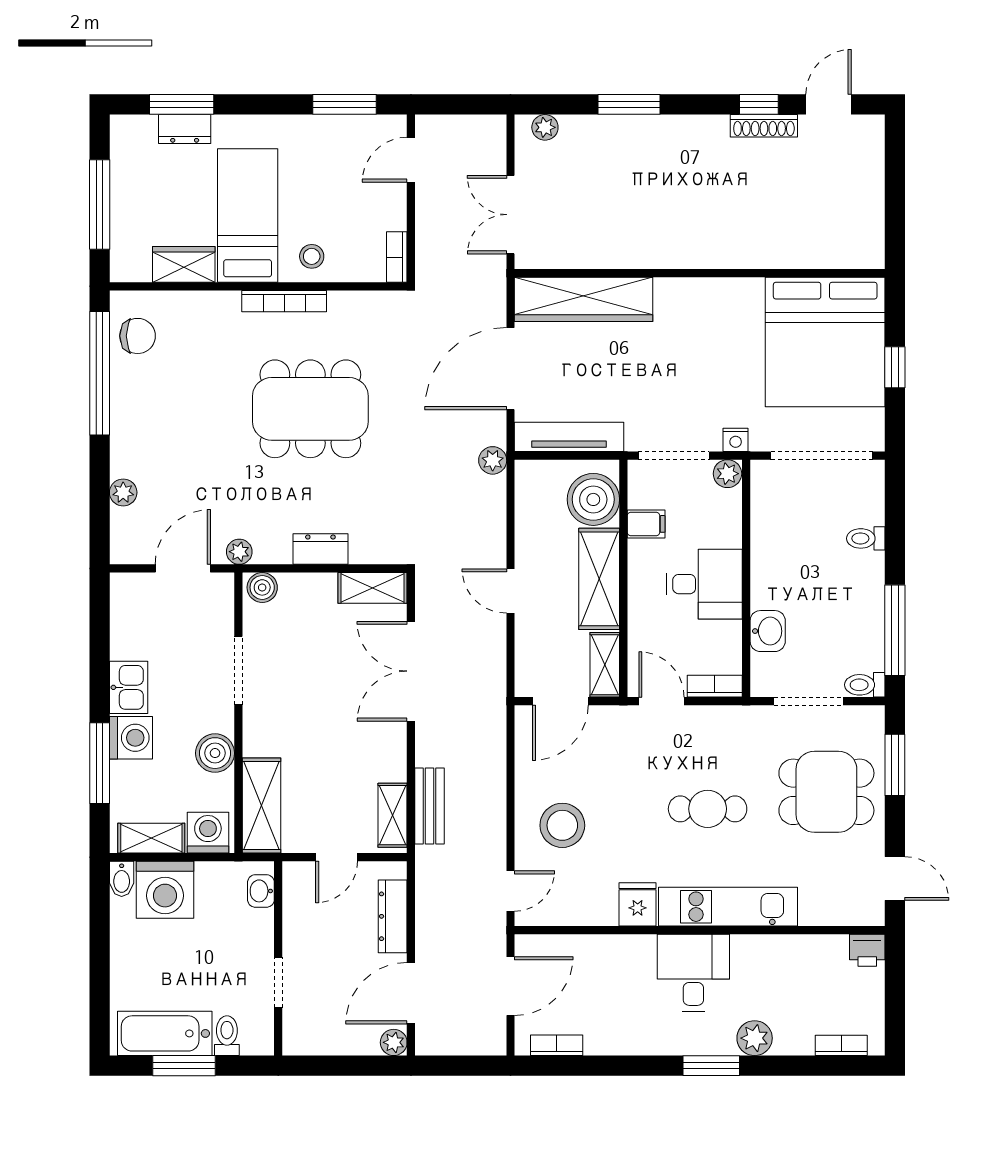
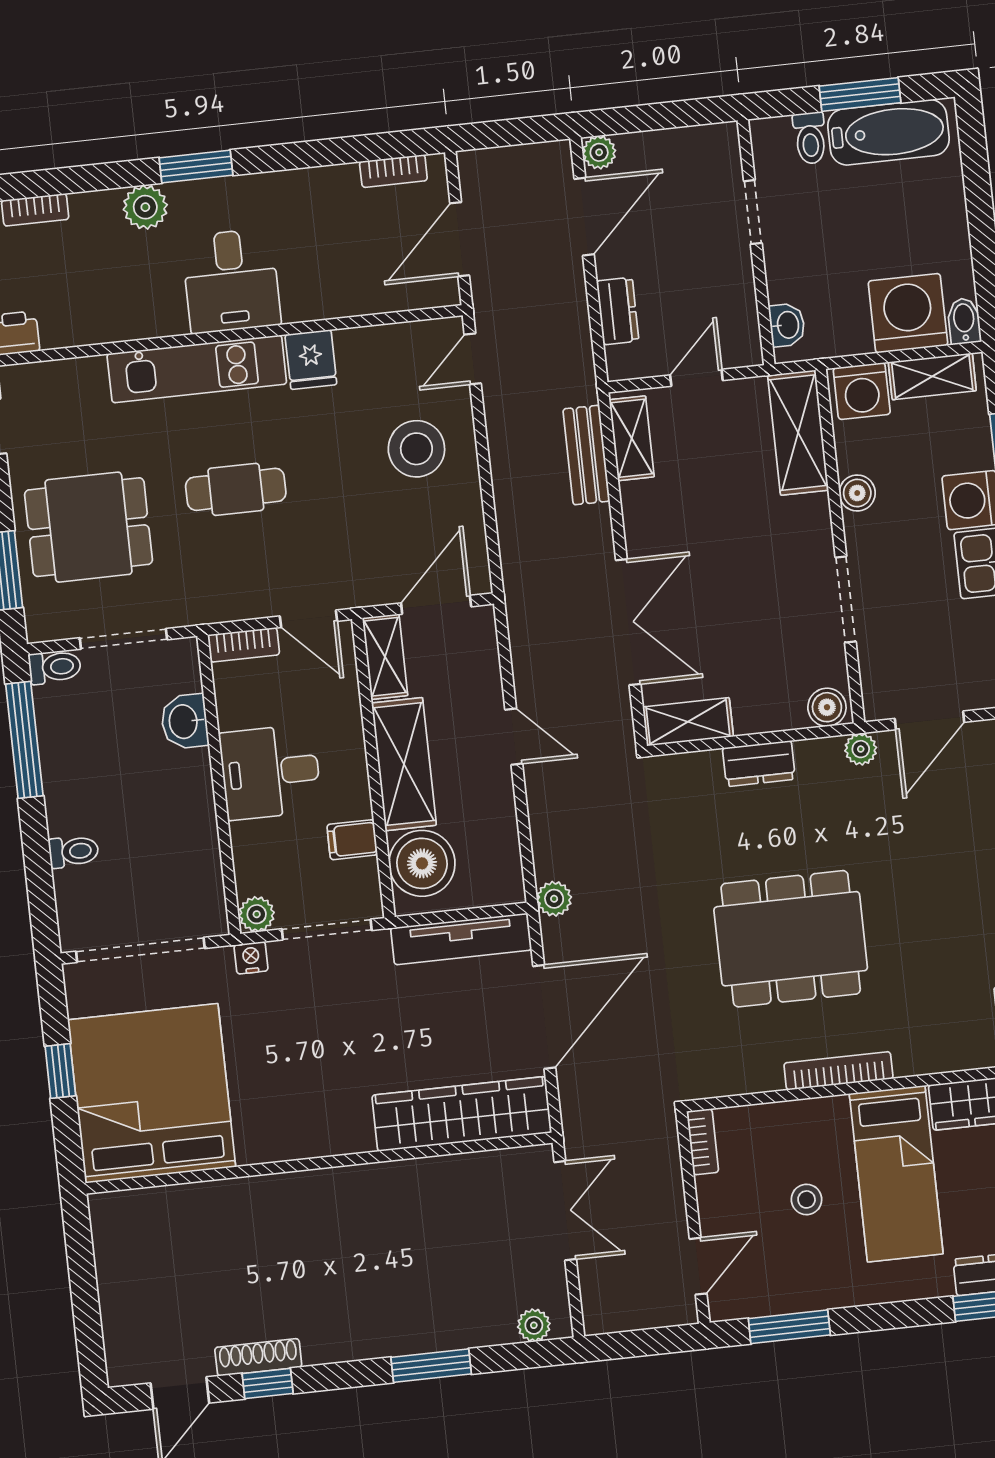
stool: (312, 256) -> (807, 1199), moved
boiler: (215, 753) -> (857, 493), width x0.73, depth x0.73
dresser: (393, 916) -> (618, 311), width x0.70

